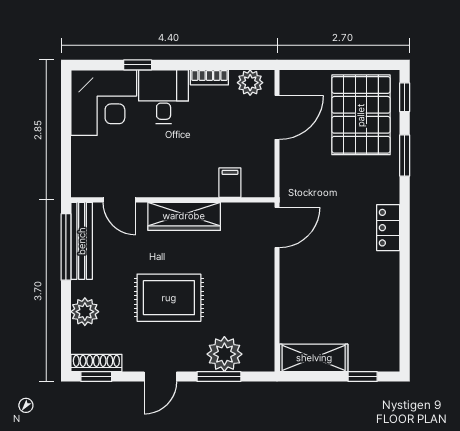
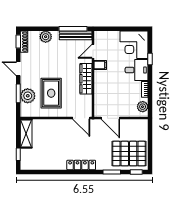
door: (277, 117) -> (110, 118), moved
filing cabinet: (230, 183) -> (100, 65), moved
locker: (388, 228) -> (81, 165), width x1.53
rug: (169, 298) -> (51, 93), moved

